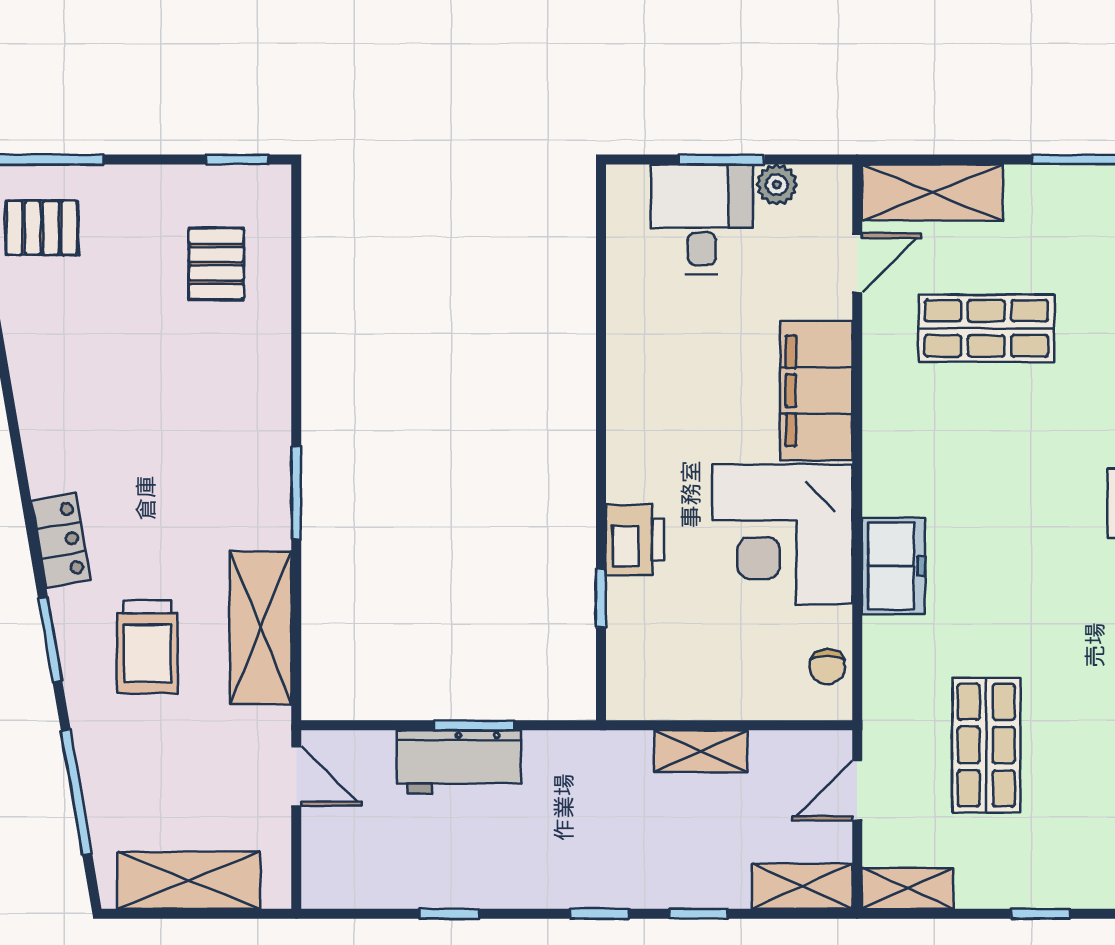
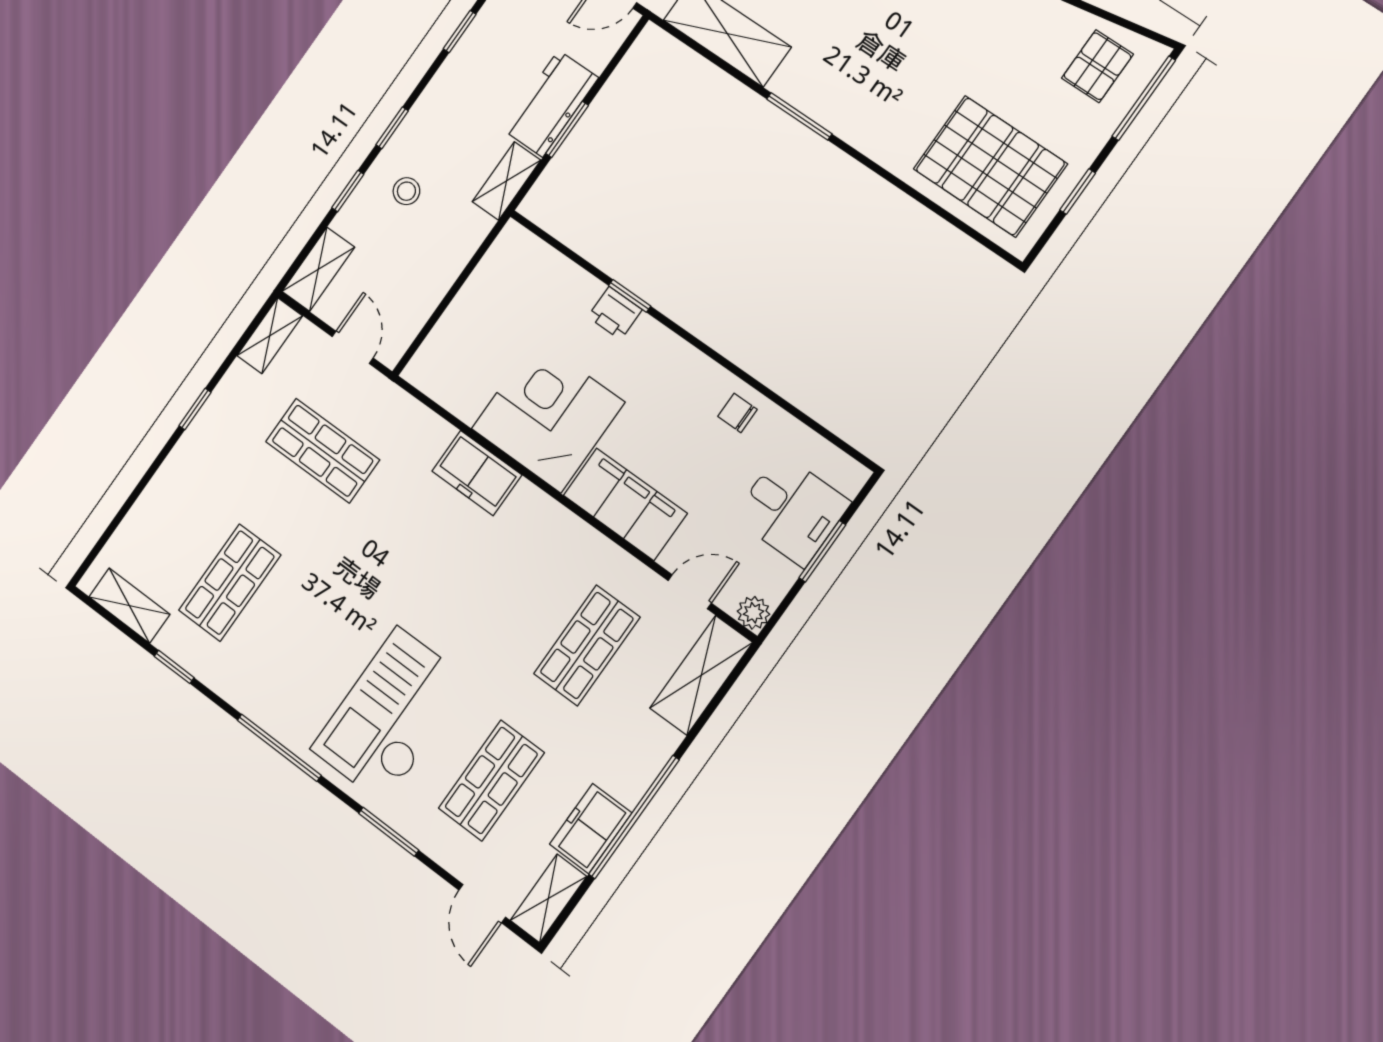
window: (237, 160) -> (1078, 191), moved
plant: (777, 185) -> (753, 613), moved
door: (857, 263) -> (690, 592), swing flipped
pallet: (216, 264) -> (990, 166), width x2.05, depth x2.00
printer: (635, 540) -> (615, 313), width x0.73, depth x0.81
window: (601, 598) -> (630, 296), moved
chair: (827, 667) -> (738, 413), moved
shelving: (701, 751) -> (506, 181), moved
stool: (655, 850) -> (406, 191), added

